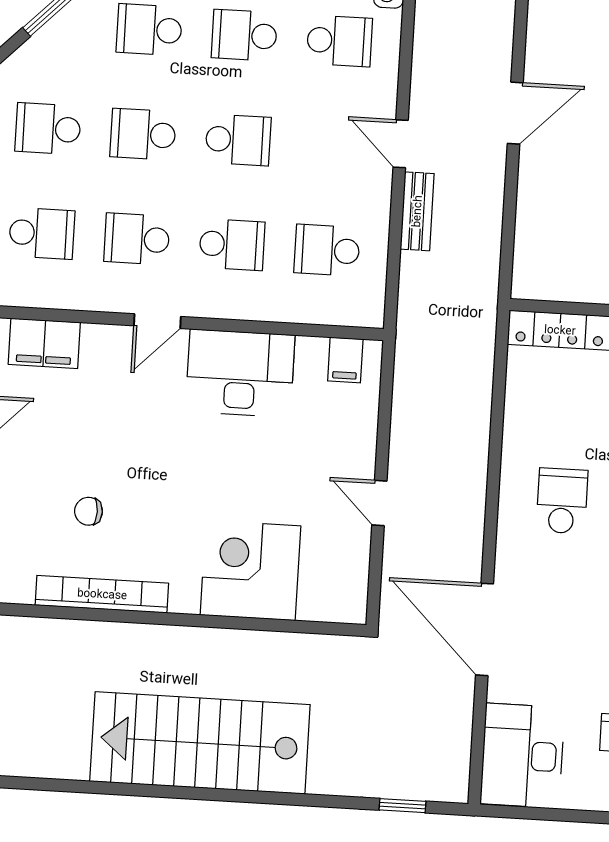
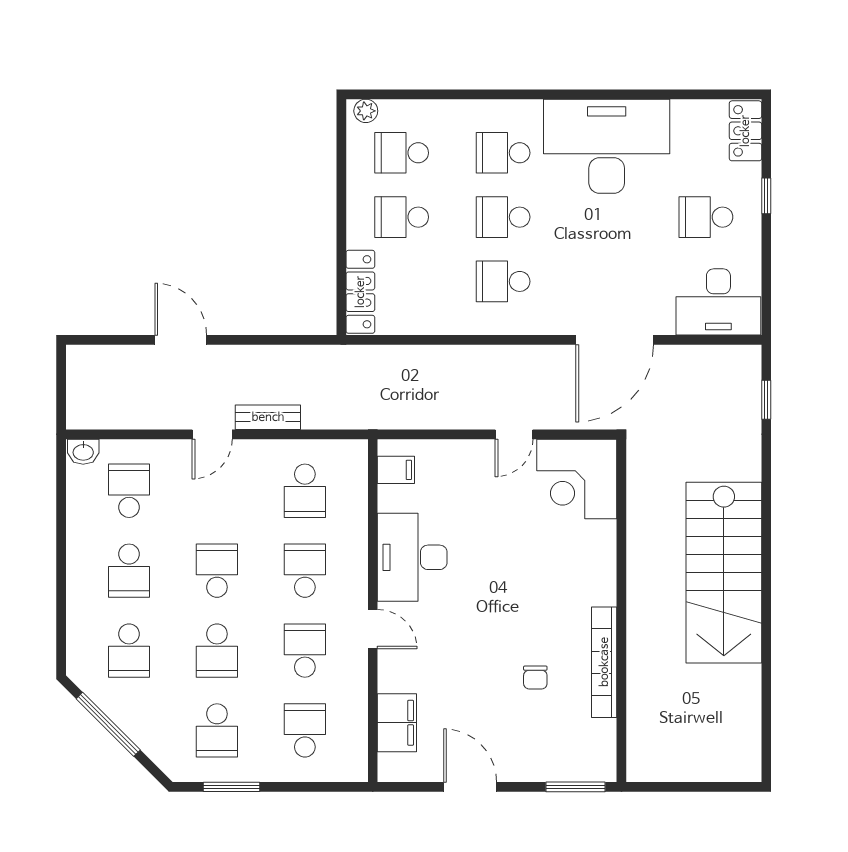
school desk: (137, 239) -> (305, 651), turned 180
corner desk: (250, 570) -> (577, 479), moved

